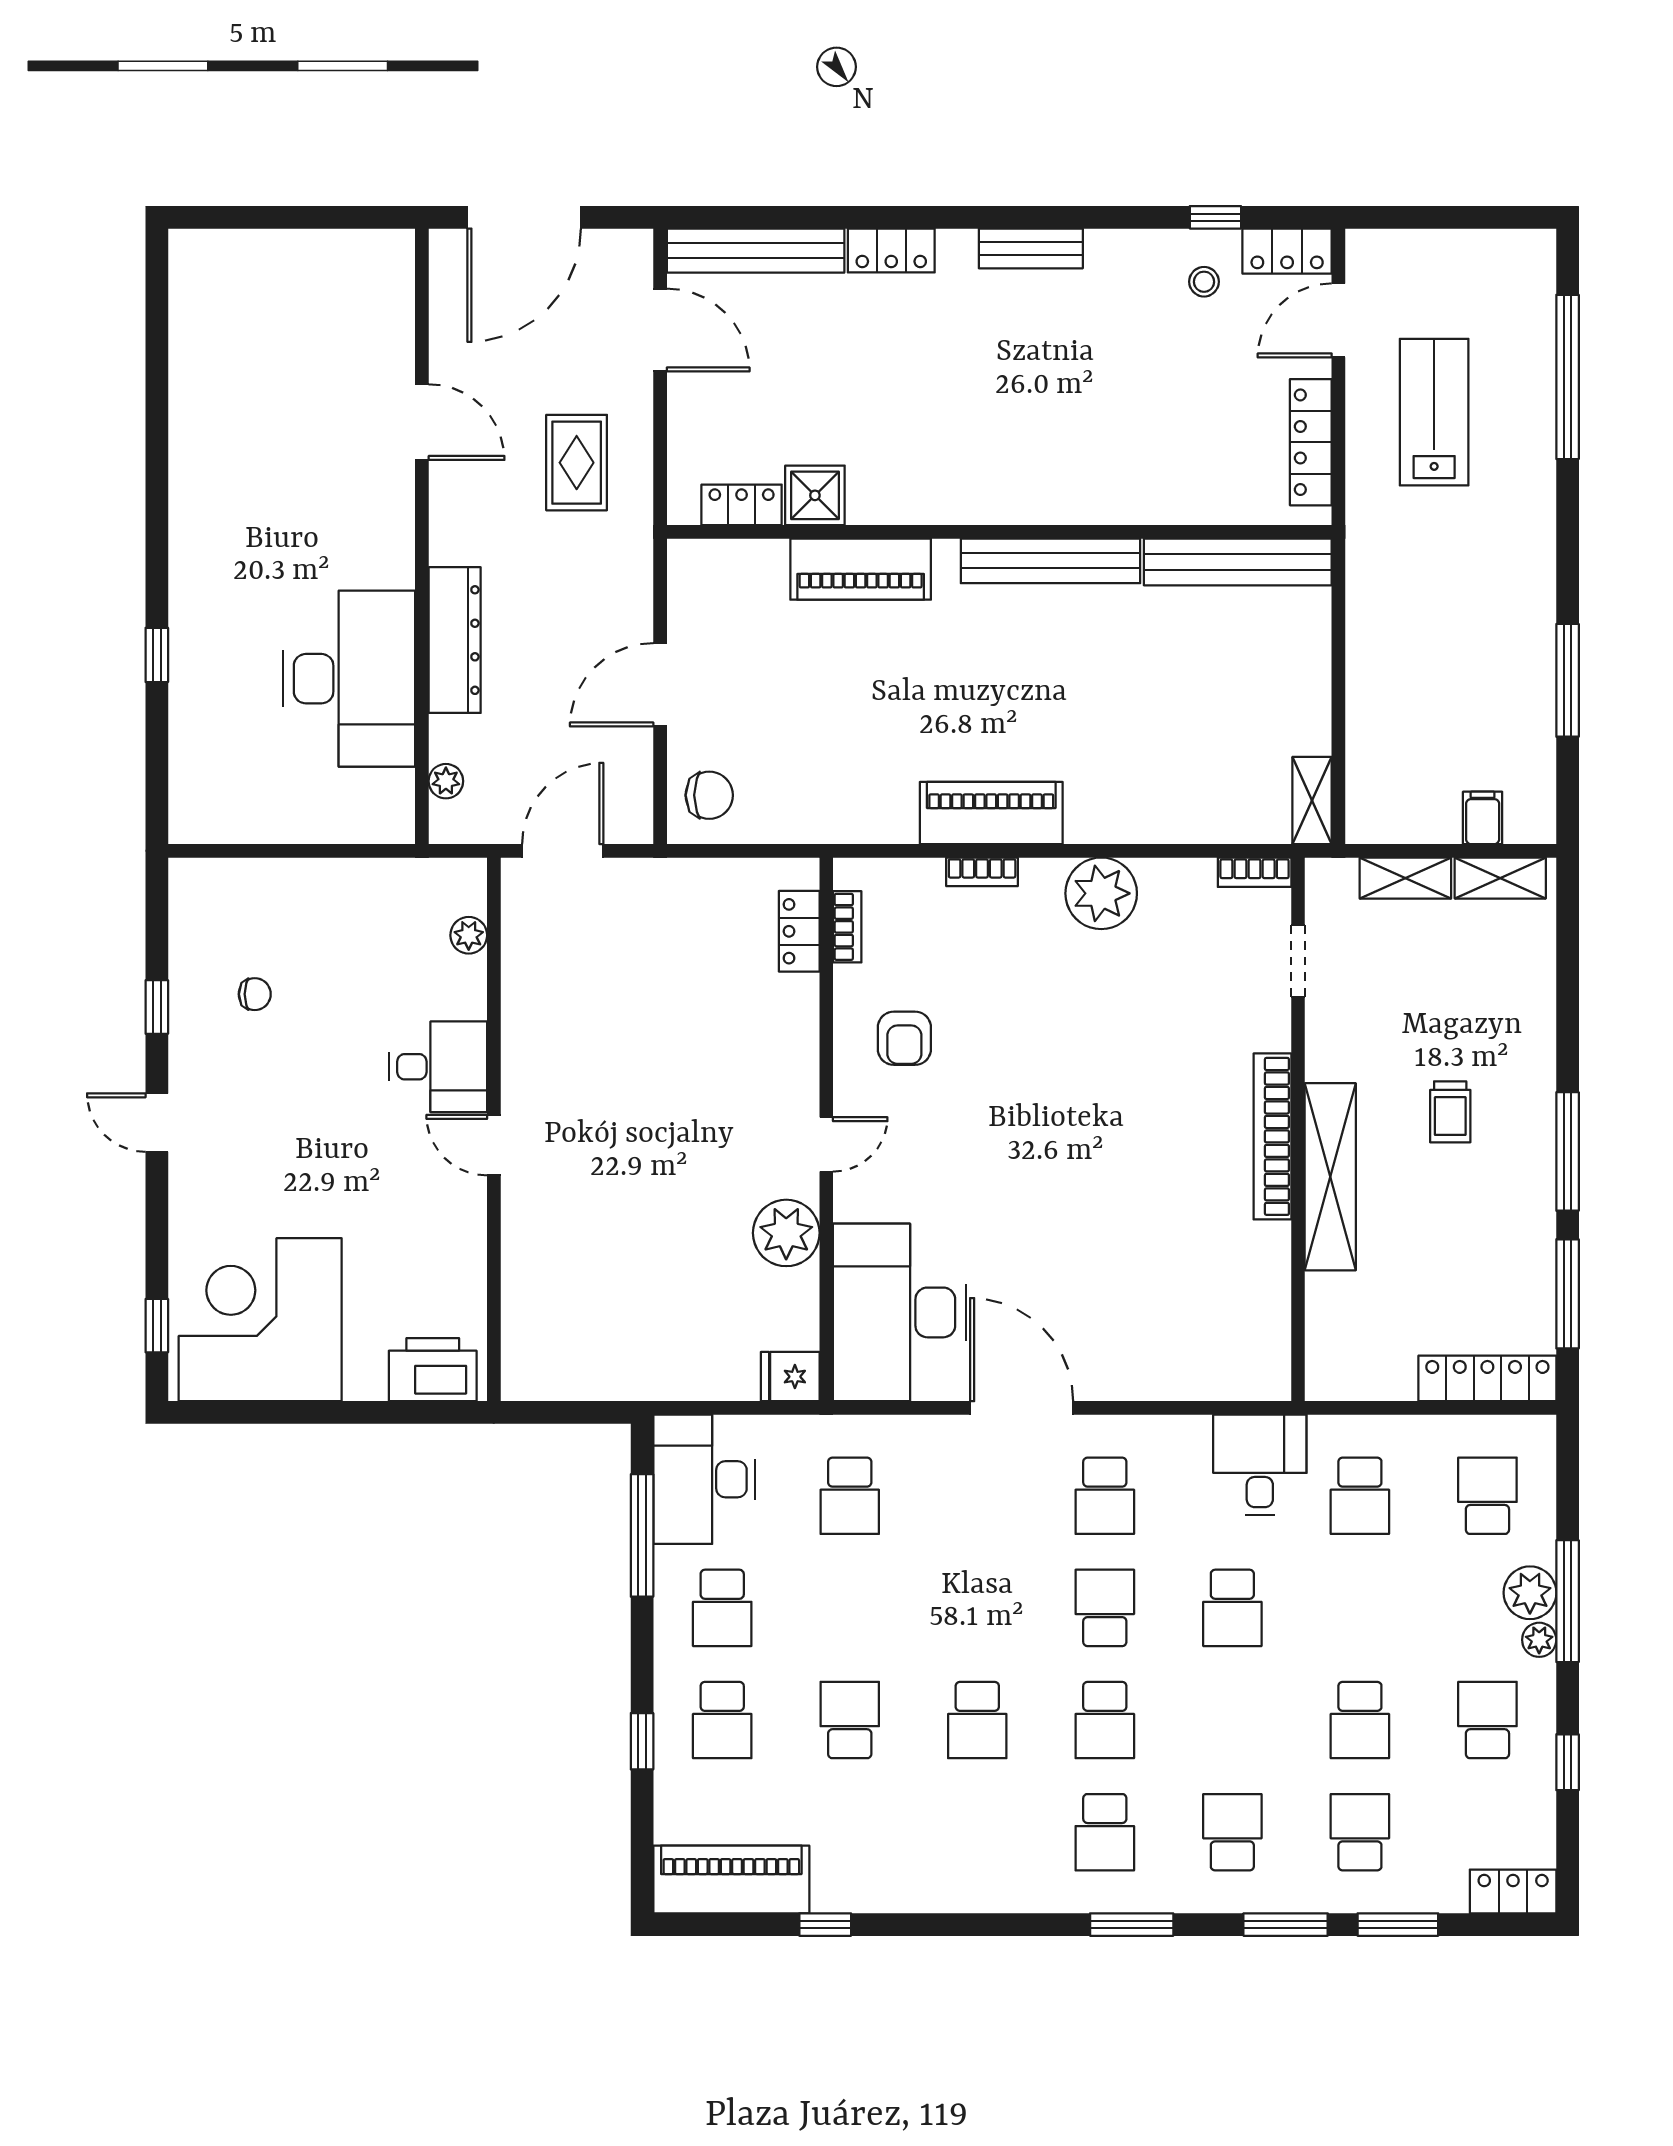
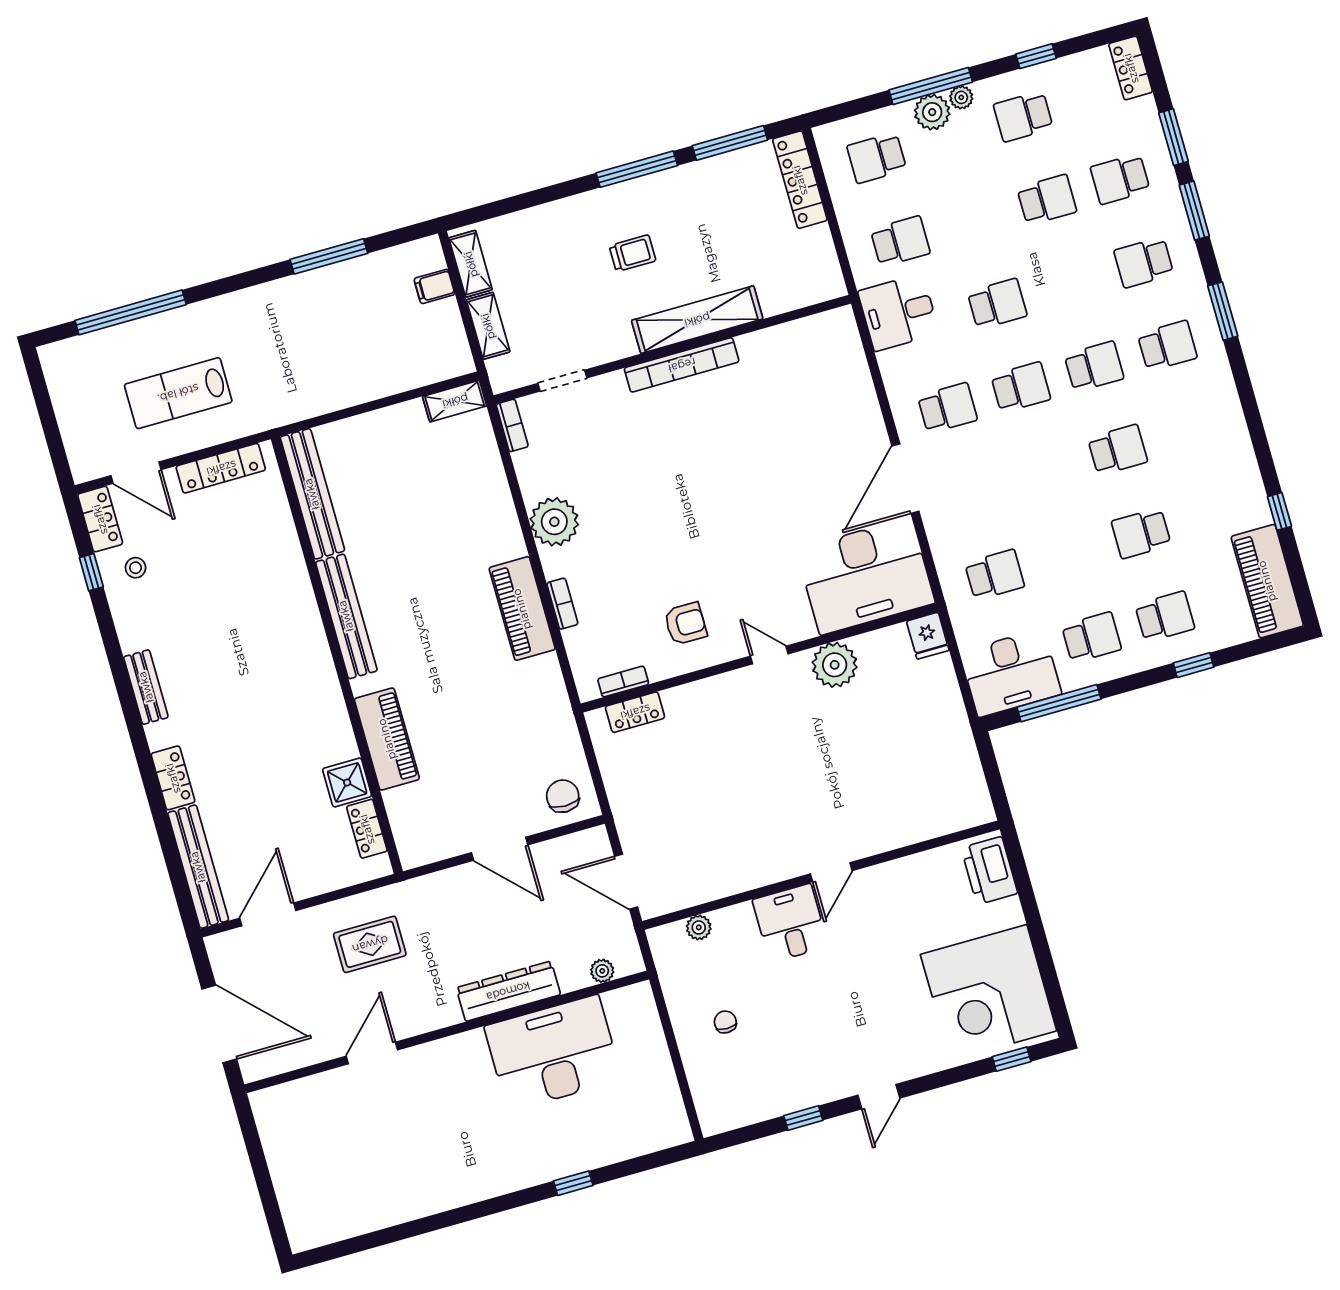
chair: (255, 994) -> (725, 1022), moved
school desk: (1105, 1608) -> (1021, 387), turned 180

